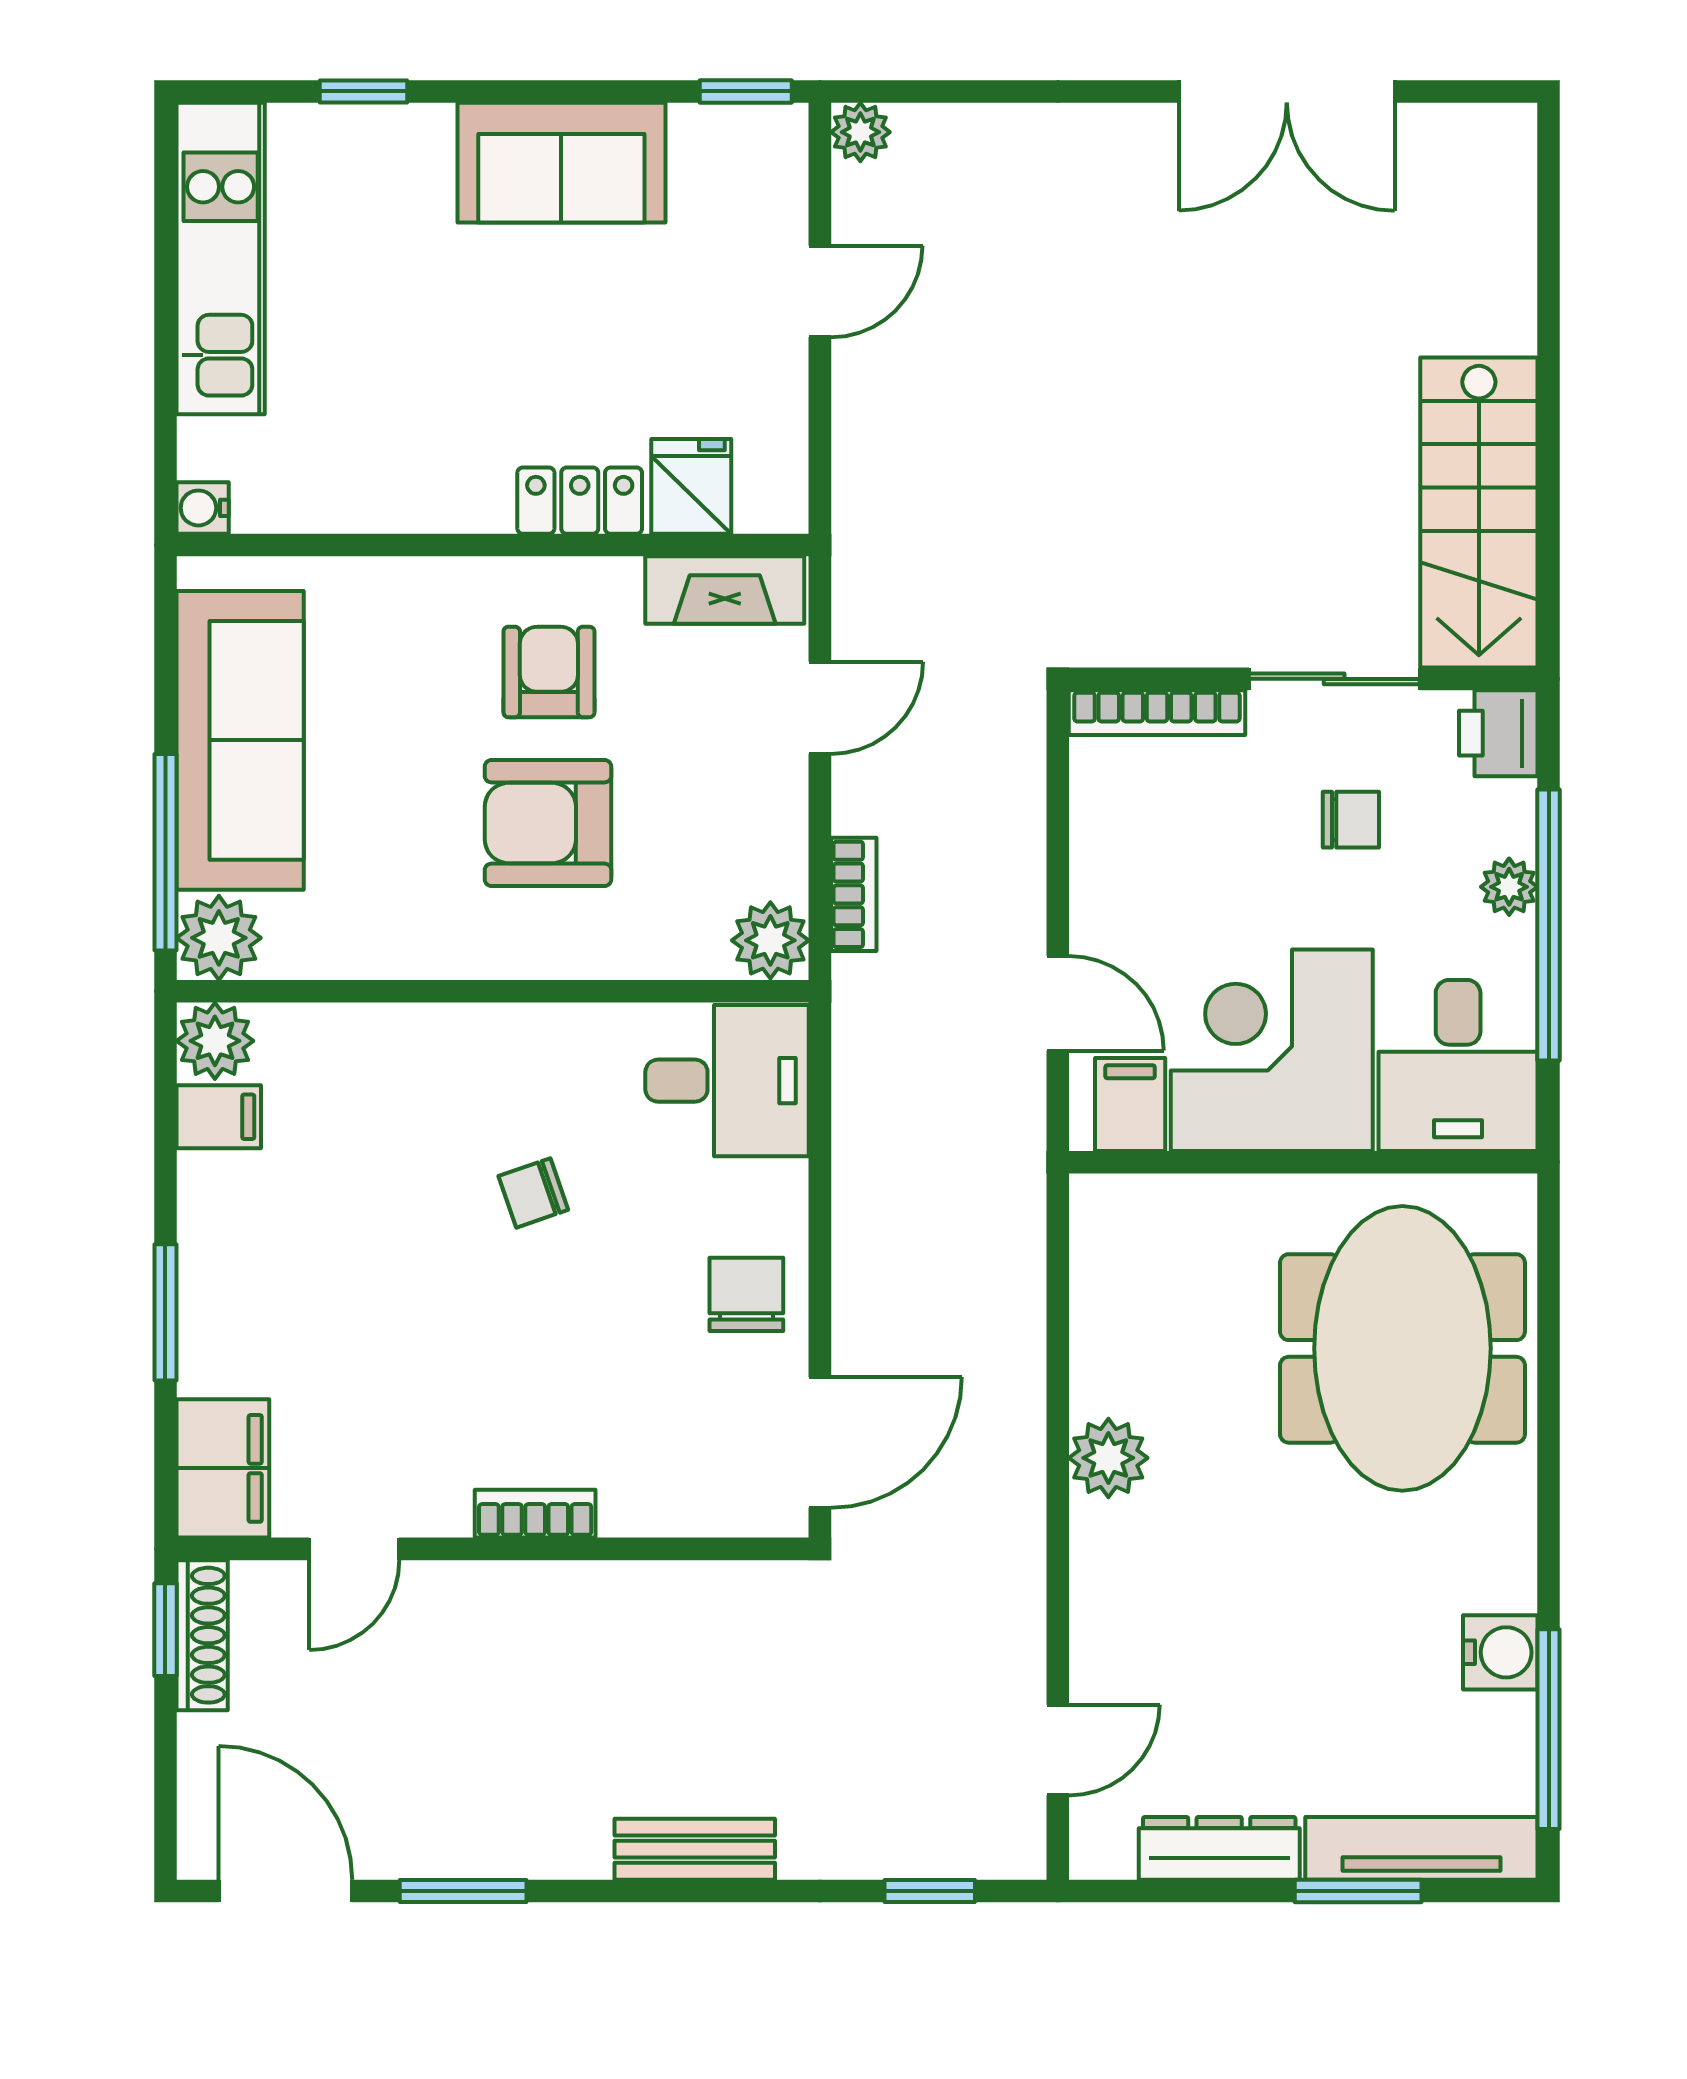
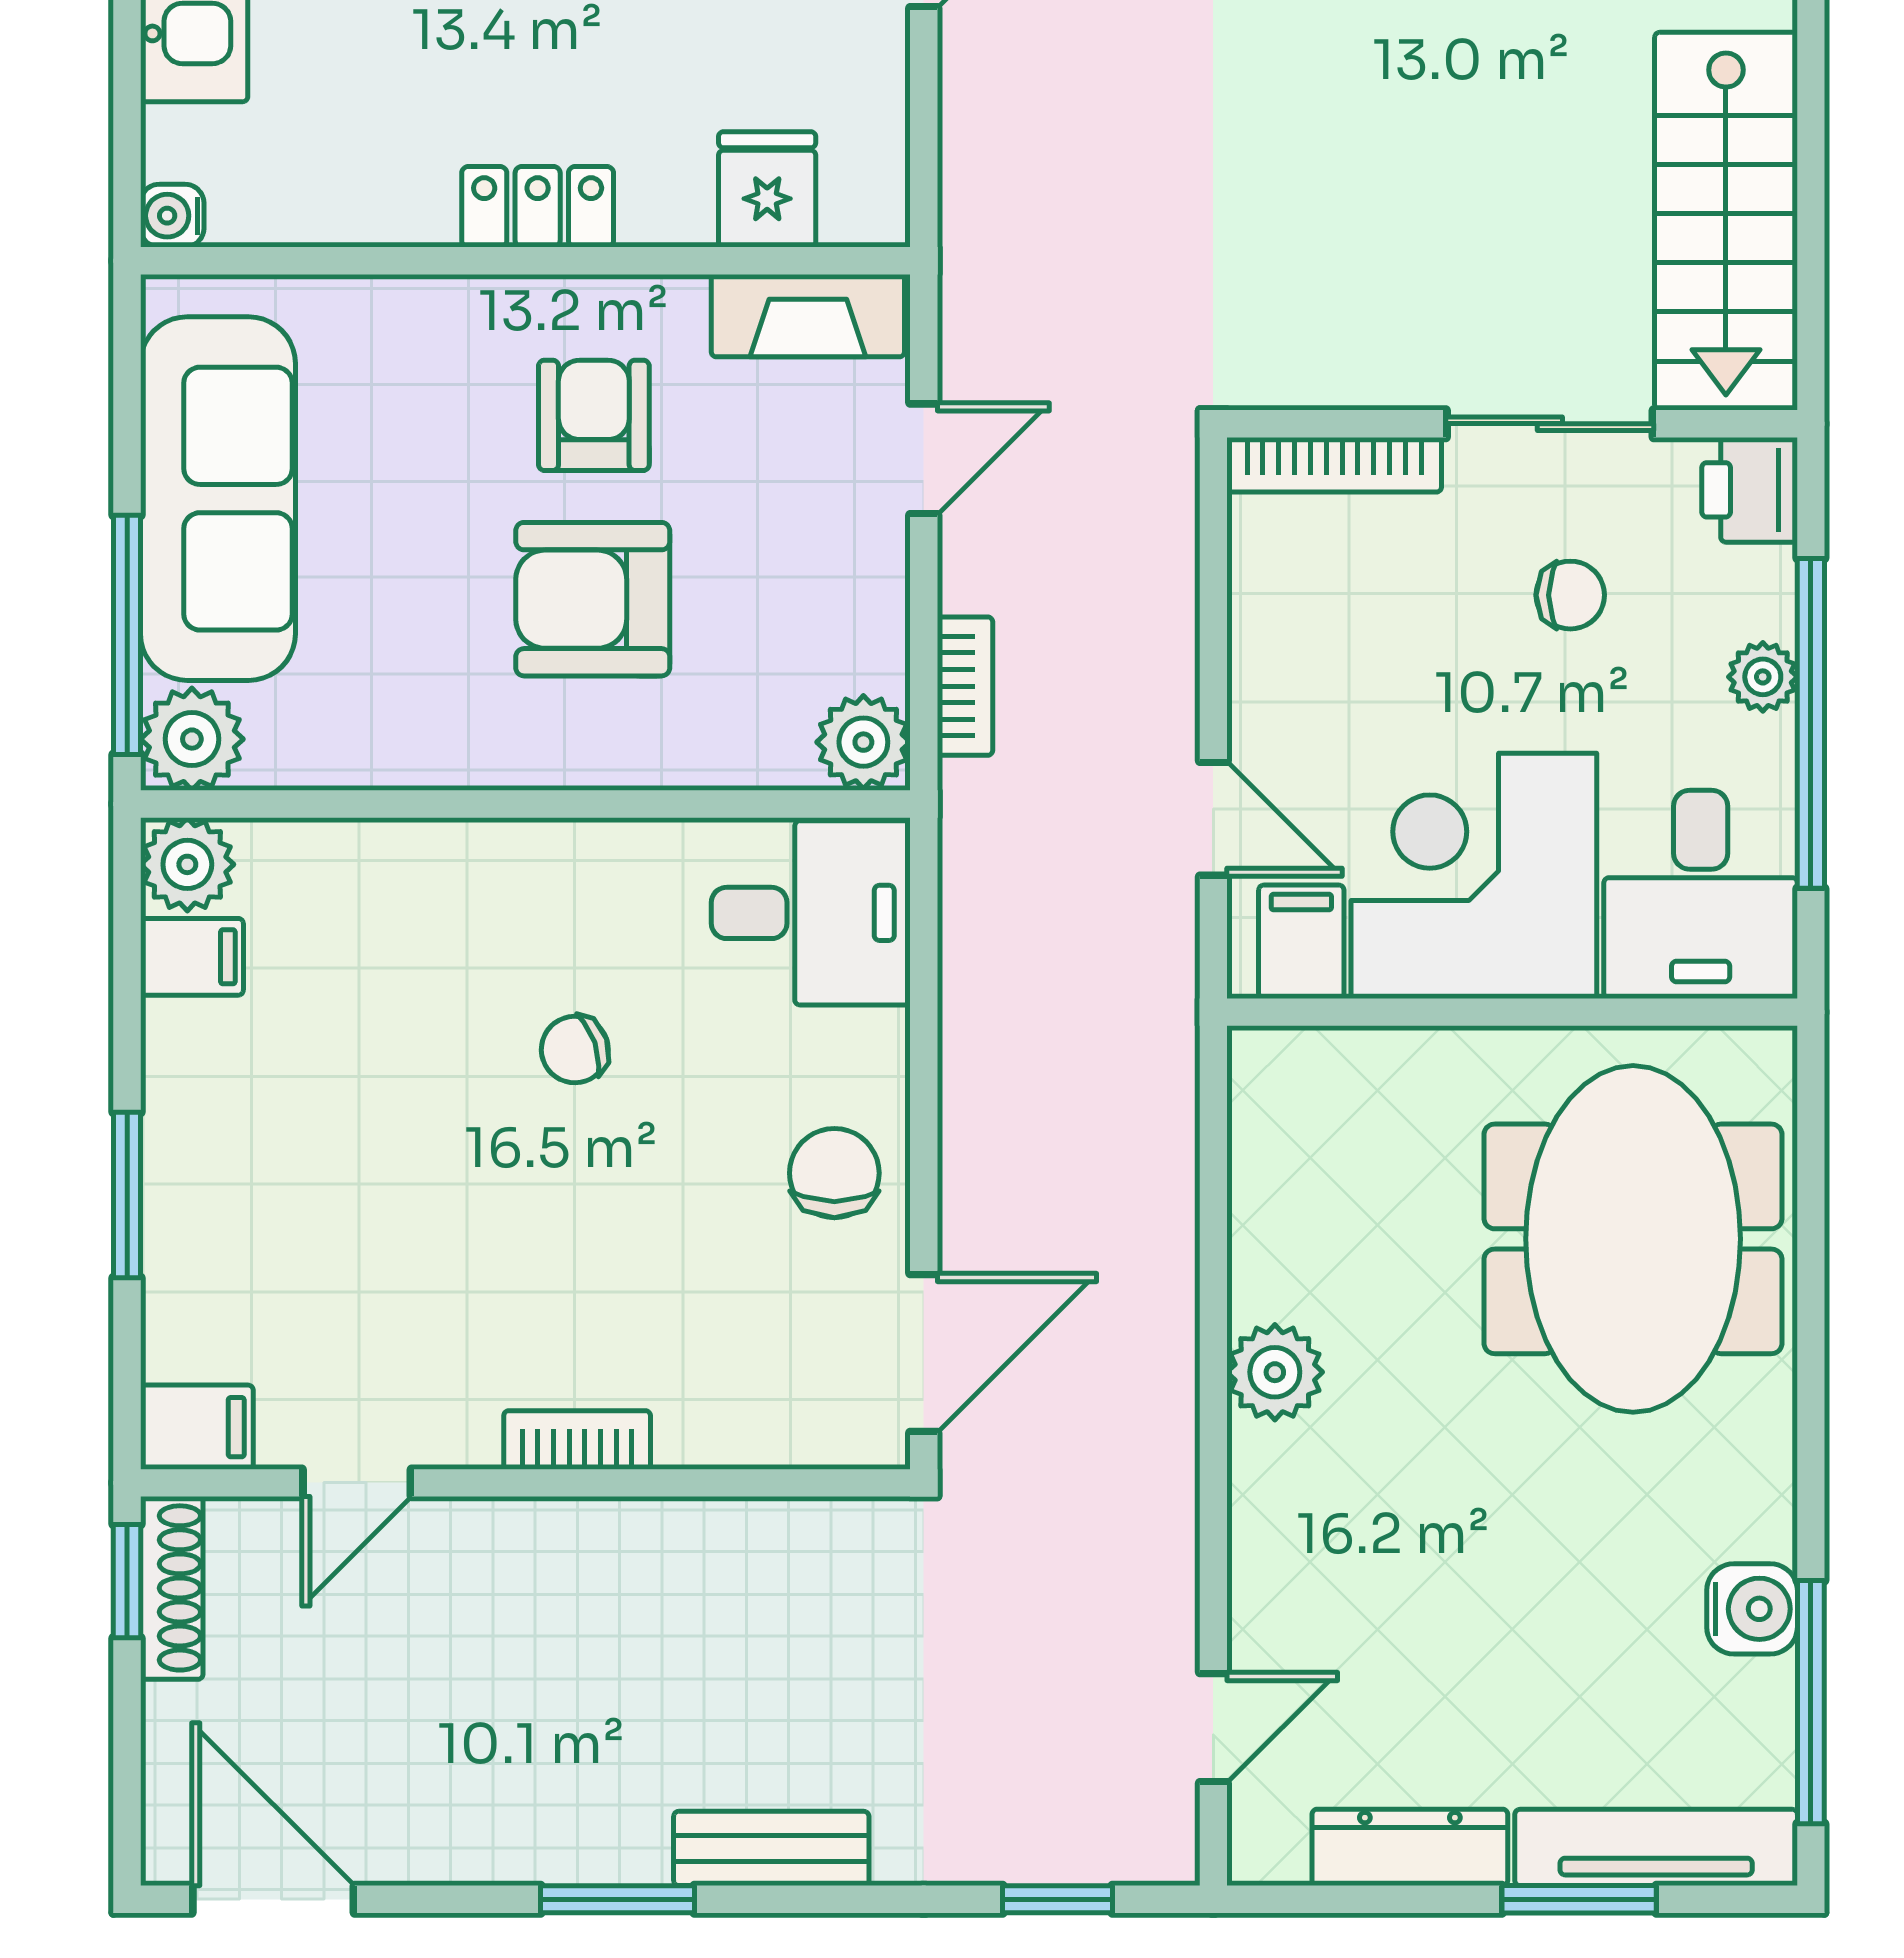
locker: (580, 501) -> (538, 207), moved
filing cabinet: (223, 1468) -> (197, 1427), width x0.50
window: (463, 1891) -> (617, 1899), moved

